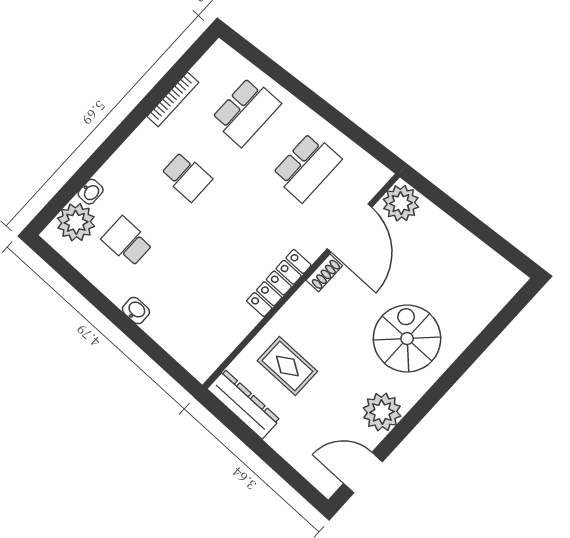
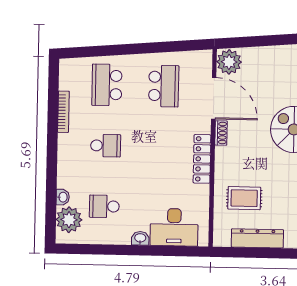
school desk: (246, 112) -> (107, 85), turned 180
desk: (183, 331) -> (174, 227), added
dresser: (243, 404) -> (257, 238), moved

